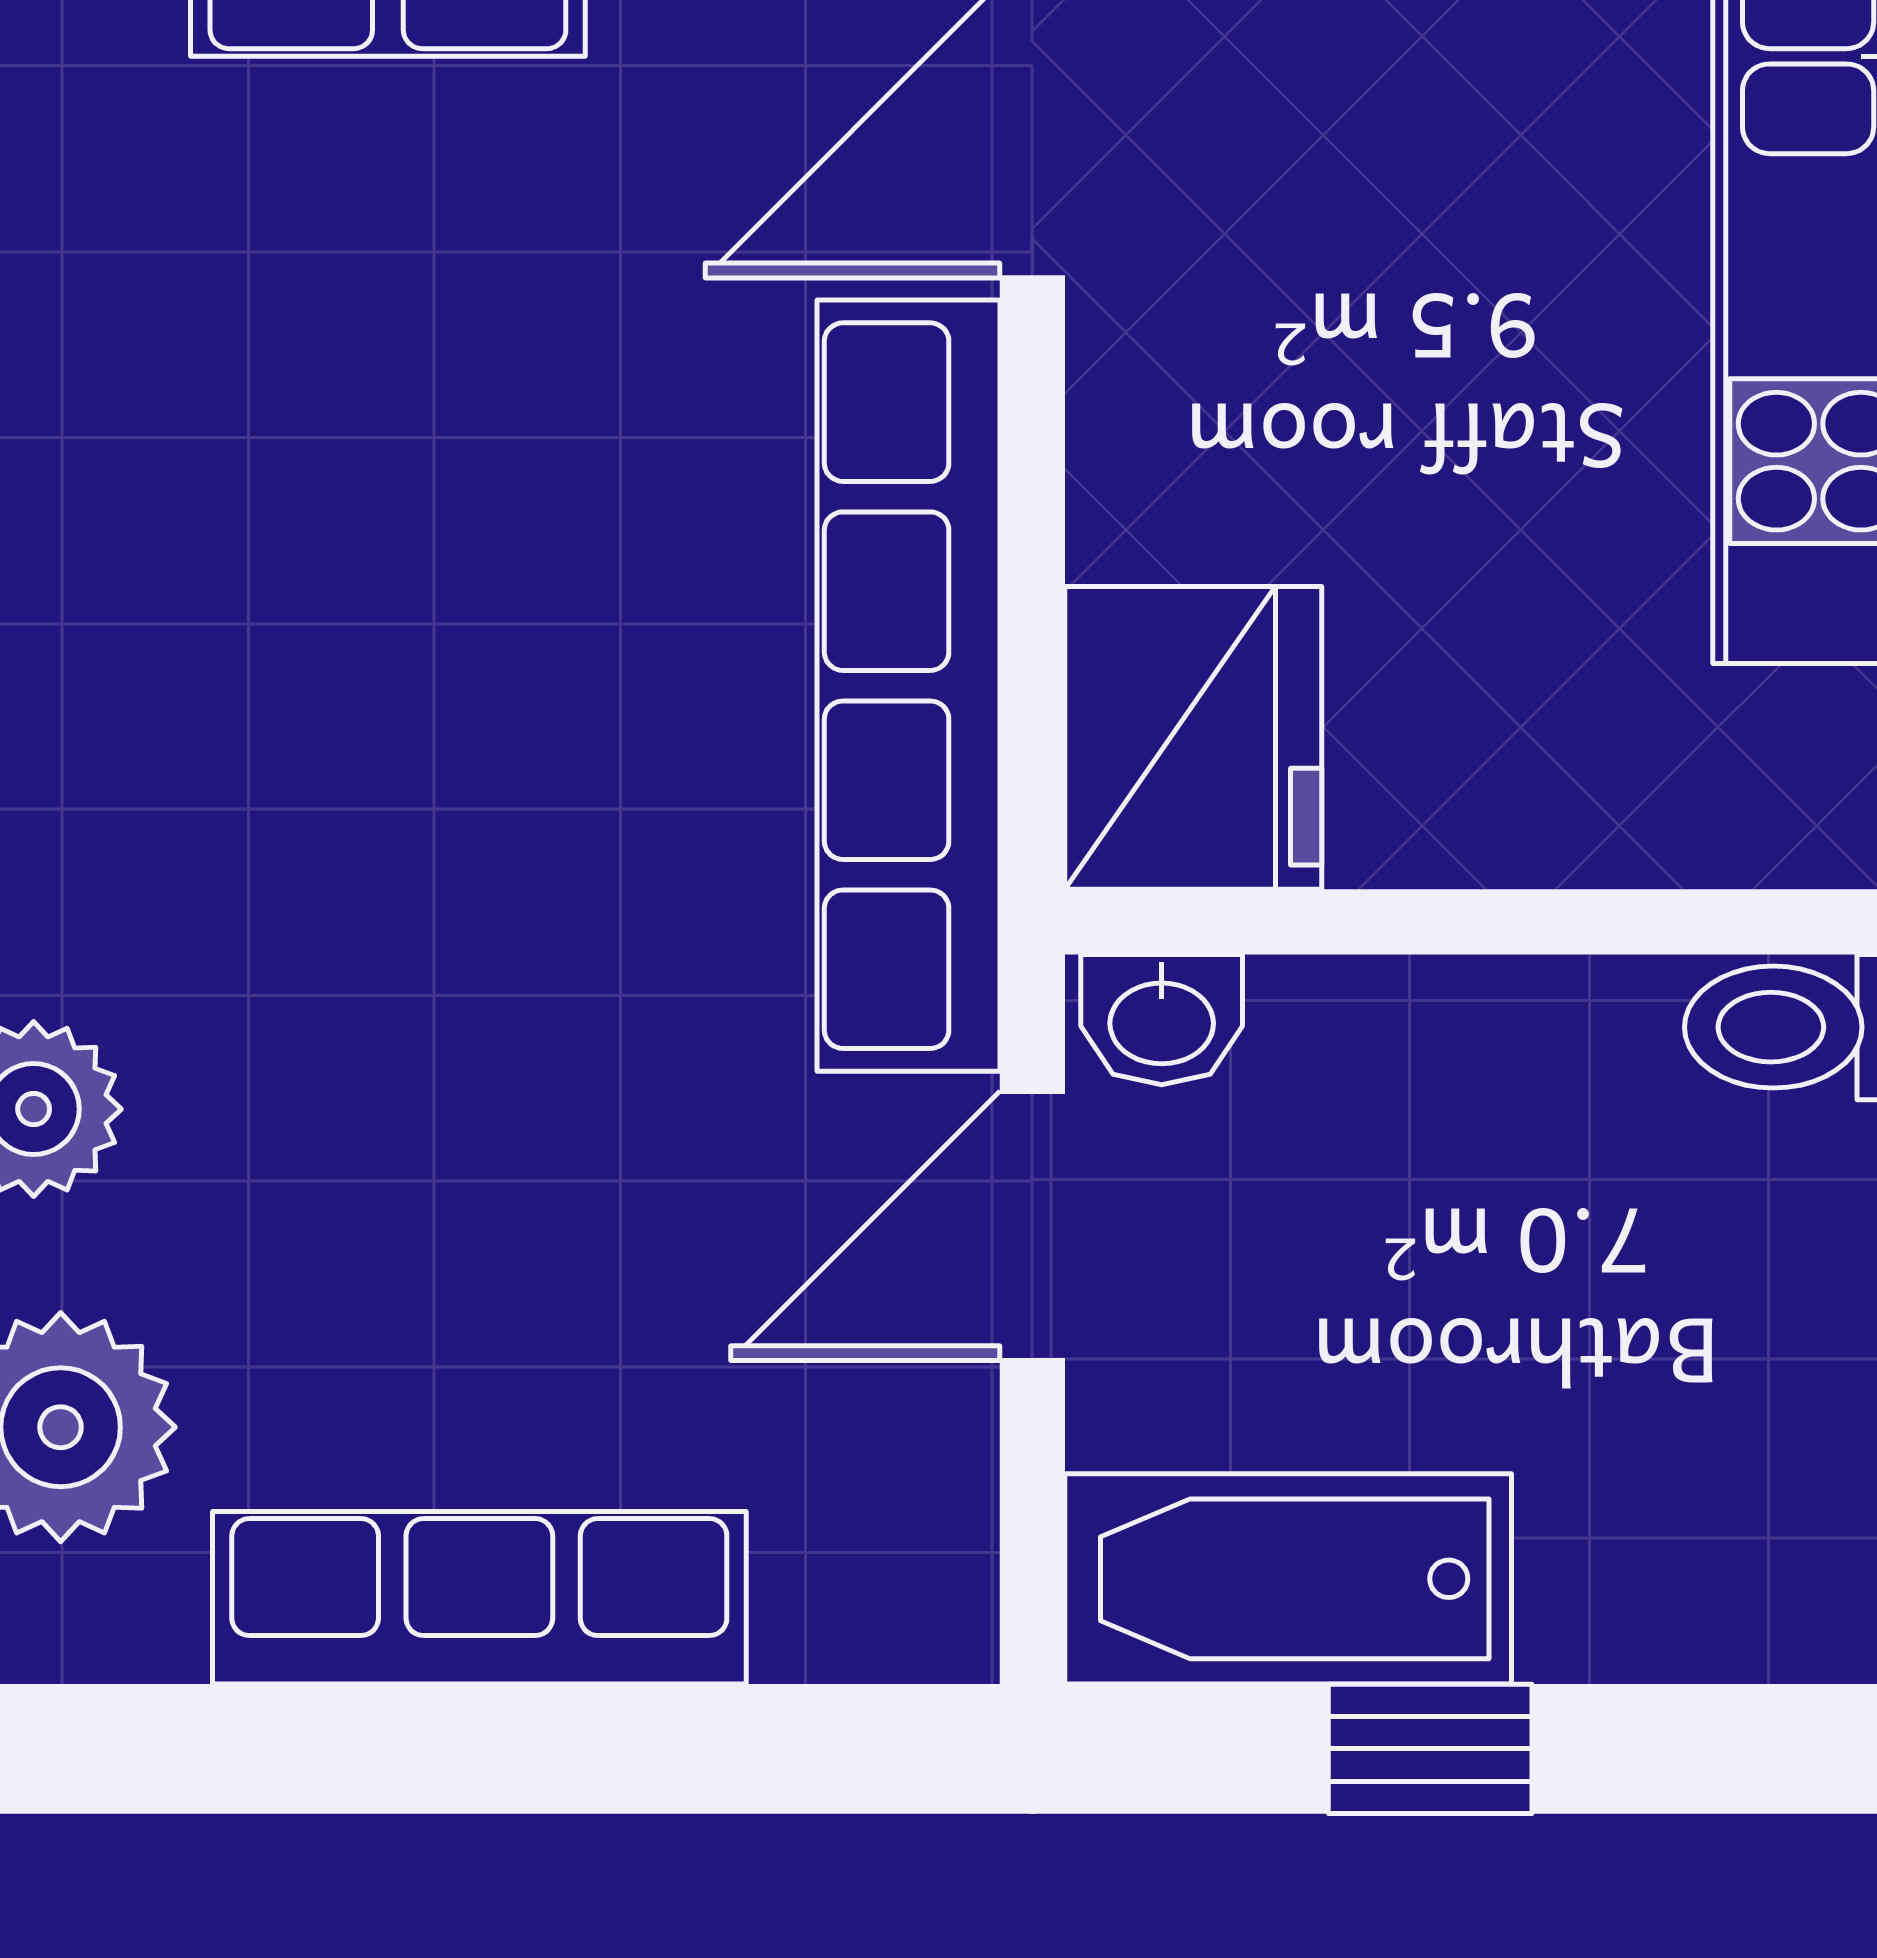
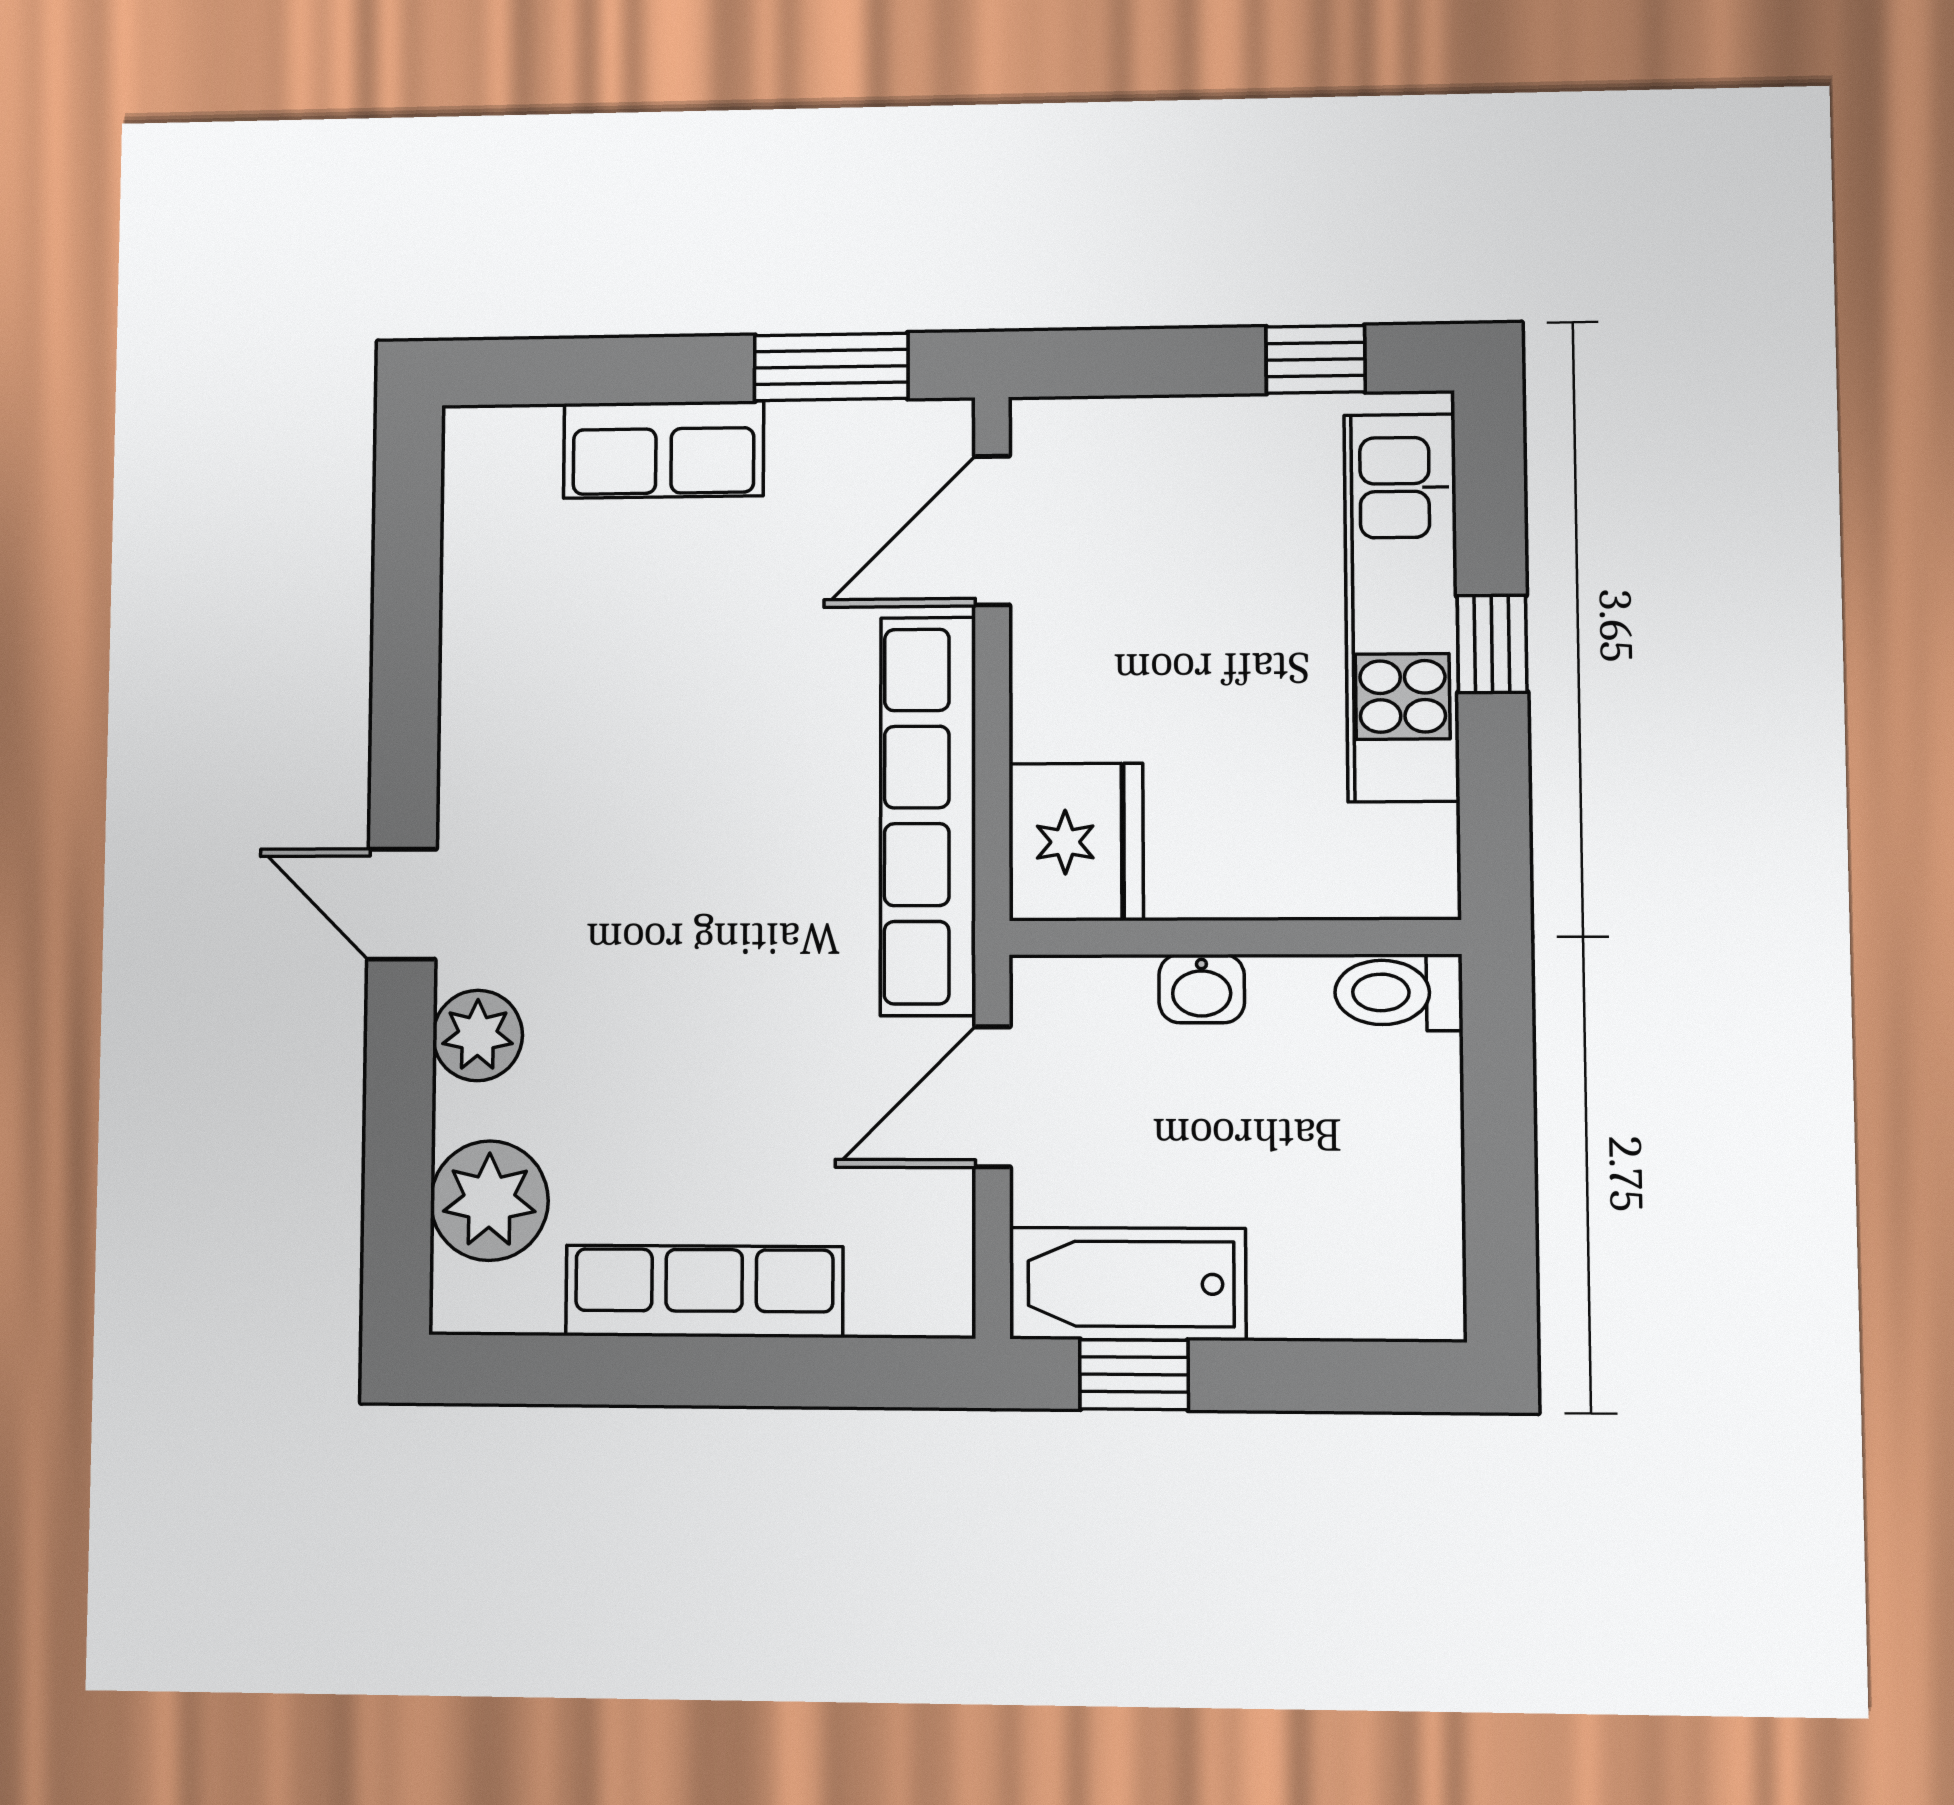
washbasin: (1162, 1020) -> (1202, 989), moved
window: (1430, 1749) -> (1134, 1375), moved

